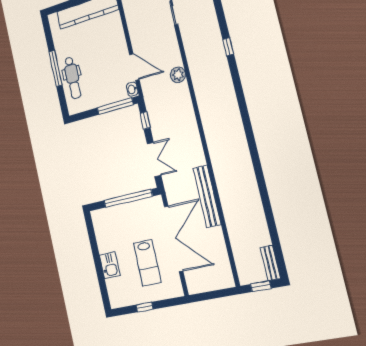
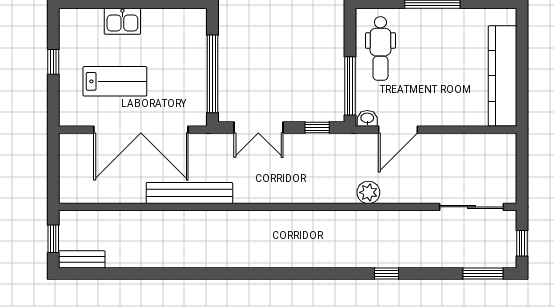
dental chair: (73, 78) -> (380, 48), moved, turned -90
lab bench: (147, 263) -> (115, 81), turned 180

